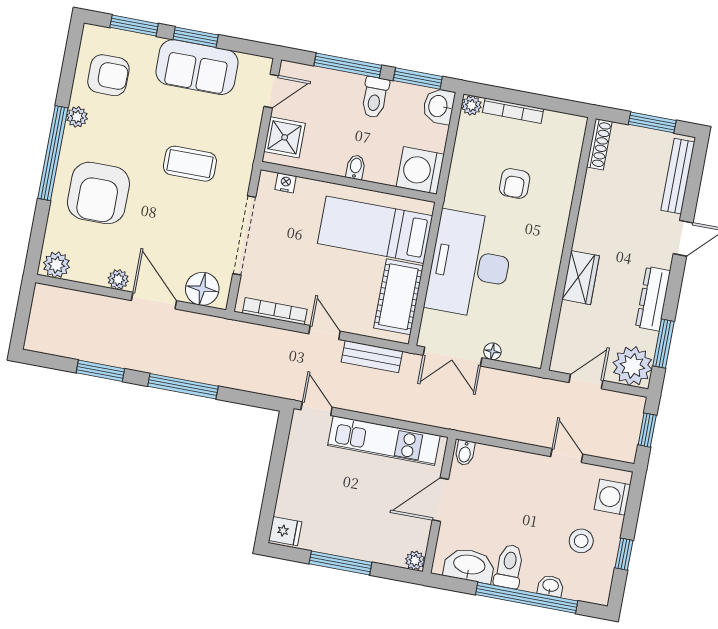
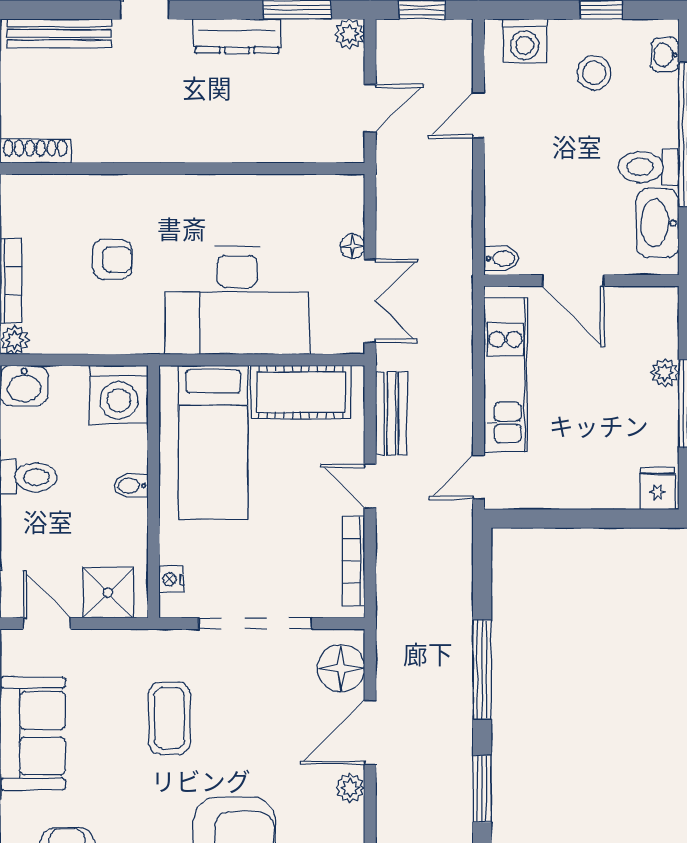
wardrobe: (581, 278) -> (226, 143), removed
door: (324, 333) -> (370, 486), hinge flipped
plant: (632, 366) -> (350, 34), width x0.53, depth x0.53
door: (586, 381) -> (370, 108), swing flipped
plant: (415, 560) -> (665, 373), moved
washbasin: (551, 586) -> (665, 55), moved

